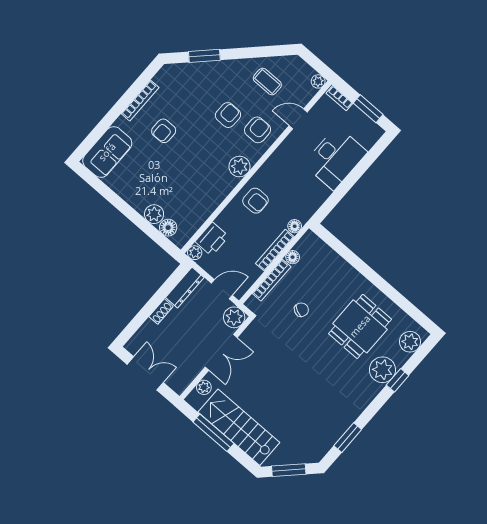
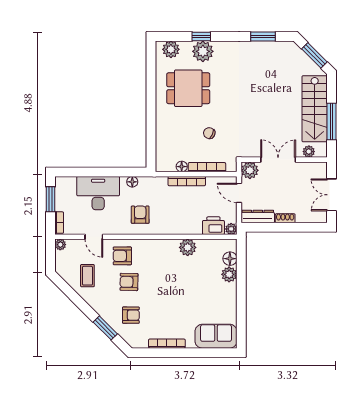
armchair: (164, 131) -> (131, 315), moved
plant: (239, 166) -> (188, 247), moved
armchair: (255, 201) -> (140, 215), moved
floor lamp: (295, 226) -> (132, 182), moved

